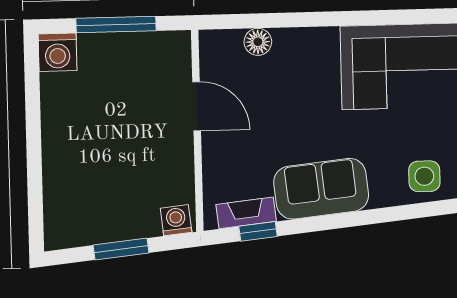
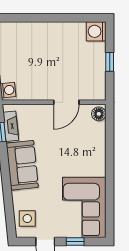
window: (116, 24) -> (110, 62), width x0.46
floor lamp: (258, 42) -> (99, 114), moved

